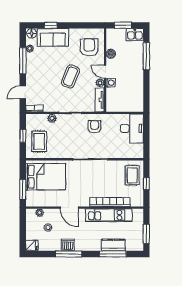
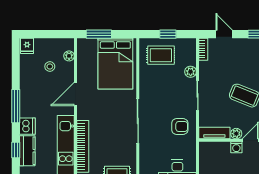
dishwasher: (68, 245) -> (27, 126), moved
window: (69, 254) -> (16, 106), moved
window: (113, 254) -> (16, 150), width x0.46

